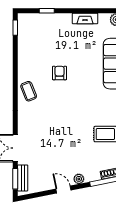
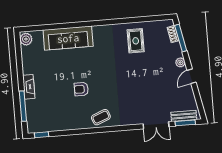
window: (47, 11) -> (23, 106), width x2.17
fireplace: (85, 18) -> (29, 87), moved

